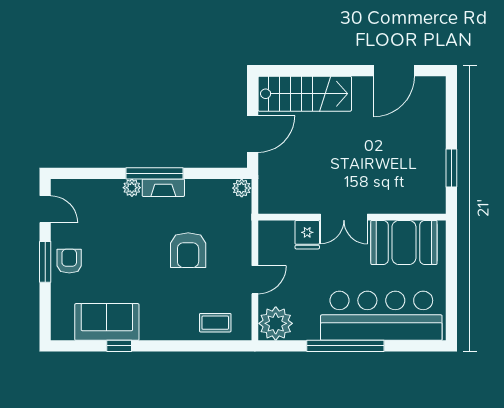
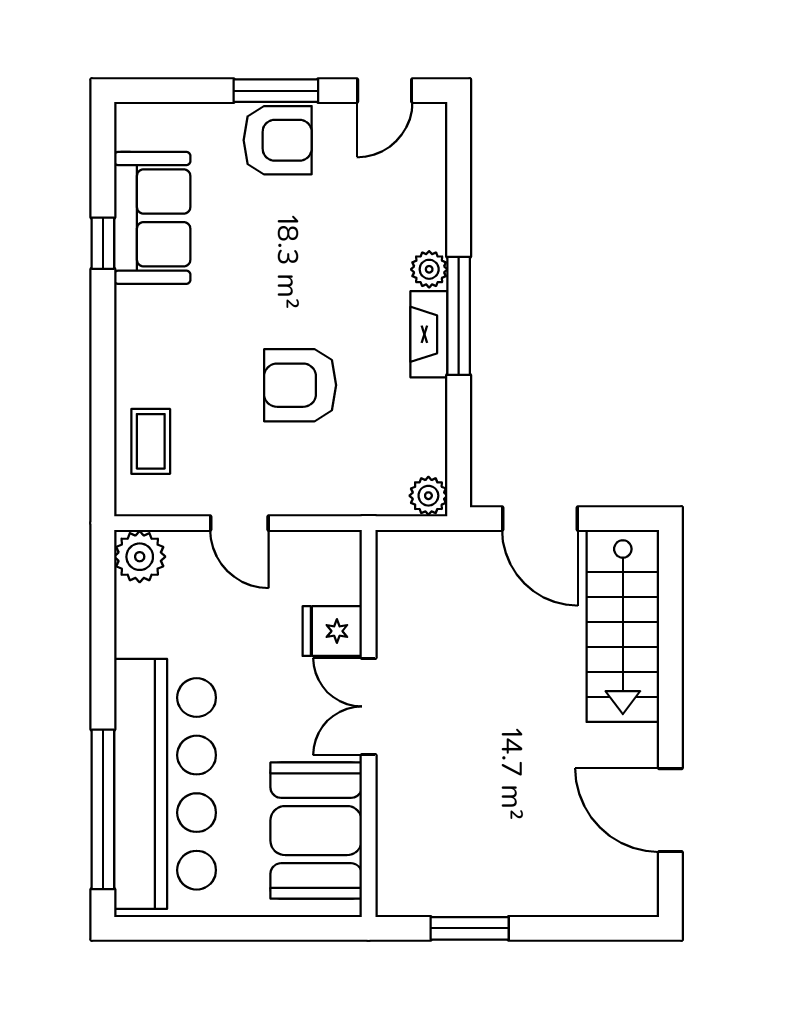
armchair: (69, 261) -> (278, 140), width x1.38, depth x1.38
plant: (276, 323) -> (140, 557), width x0.73, depth x0.73
window: (345, 346) -> (103, 809), moved

